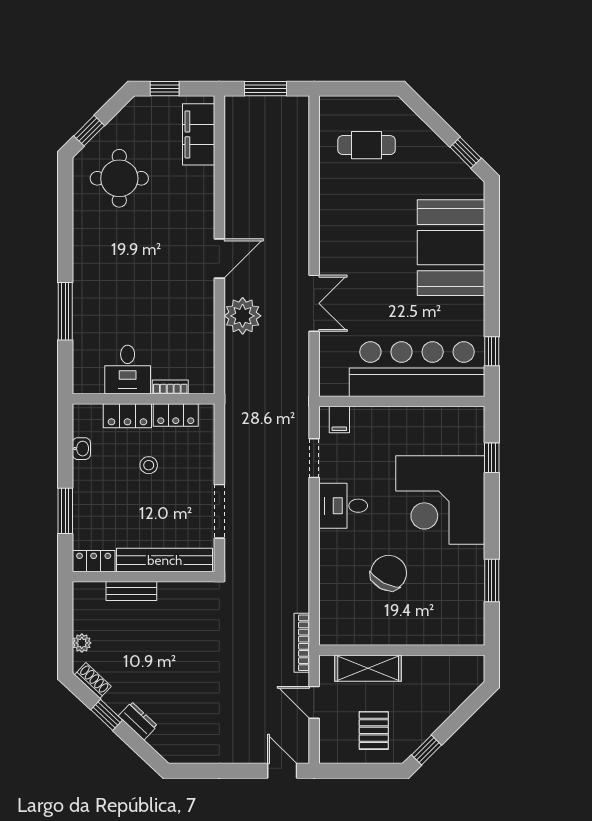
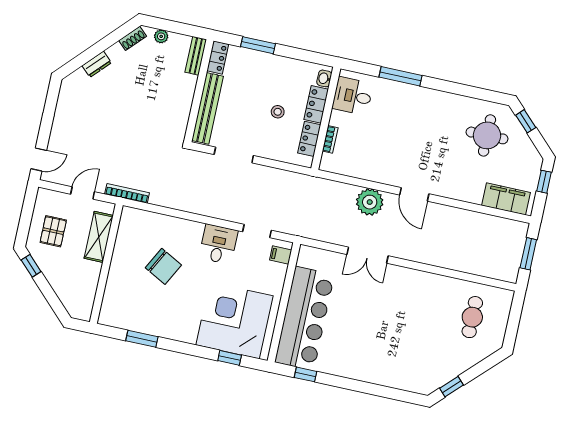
booth: (451, 248) -> (386, 361), removed
desk: (128, 370) -> (353, 96), moved
washbasin: (81, 449) -> (324, 78), moved, turned 90
corner desk: (440, 500) -> (234, 320), moved
bench: (131, 591) -> (196, 56), moved
window: (107, 715) -> (106, 43), removed
pallet: (374, 730) -> (53, 231), turned 90

